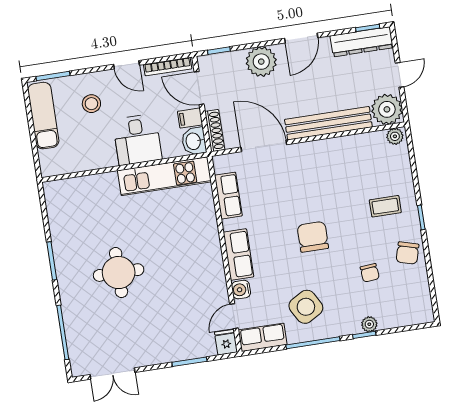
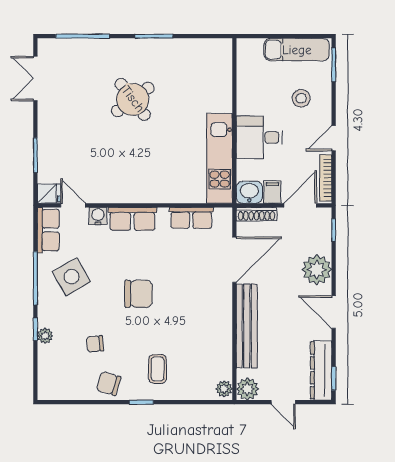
plant: (387, 109) -> (247, 389), width x0.73, depth x0.73
round table: (119, 273) -> (133, 99), turned -37

